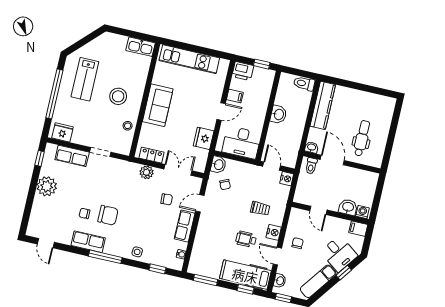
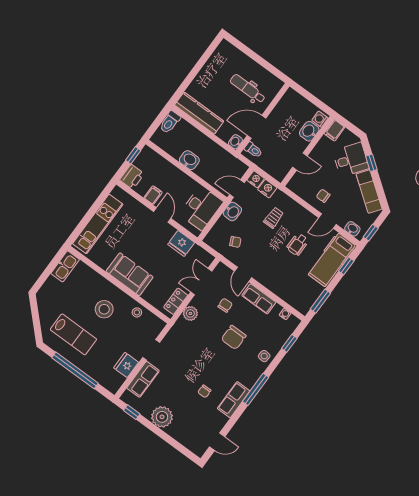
fridge: (63, 132) -> (126, 365), moved
washbasin: (218, 165) -> (232, 212), moved, turned 90
chair: (108, 215) -> (234, 337), moved, turned 180
nightstand: (274, 232) -> (267, 189), moved

